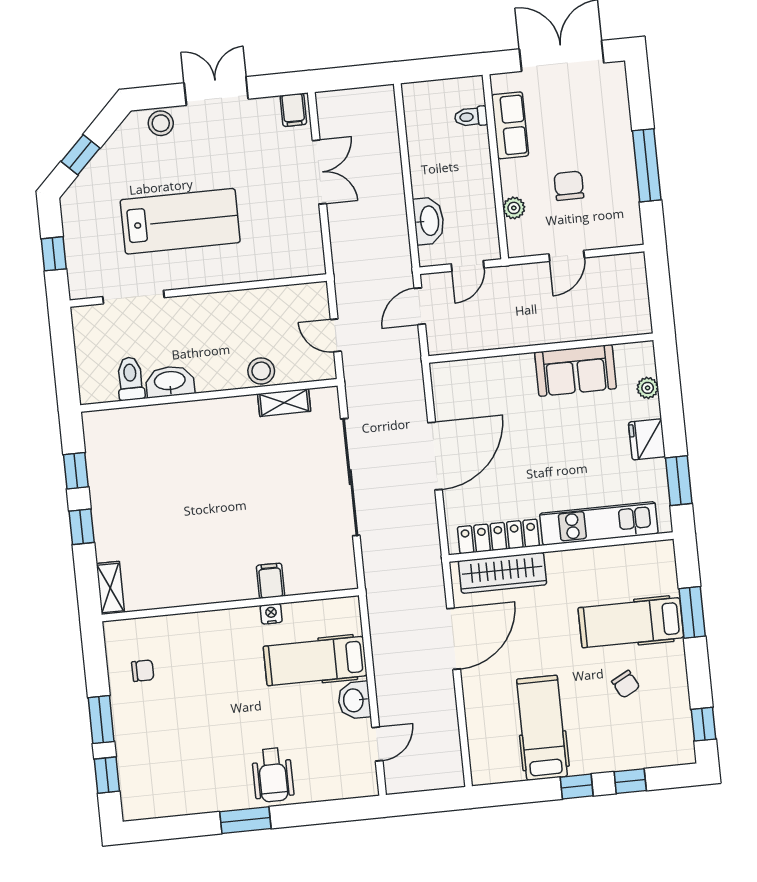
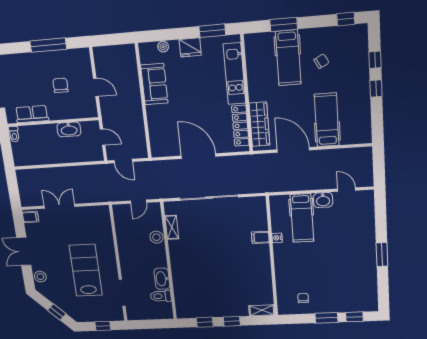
toilet: (471, 117) -> (14, 134), moved
chair: (569, 186) -> (60, 85), turned 90
plant: (514, 208) -> (73, 113), removed
washbasin: (429, 221) -> (69, 129), moved, turned 180
hospital bed: (542, 728) -> (327, 120), moved, turned 90
wheelchair: (273, 775) -> (359, 241), removed

